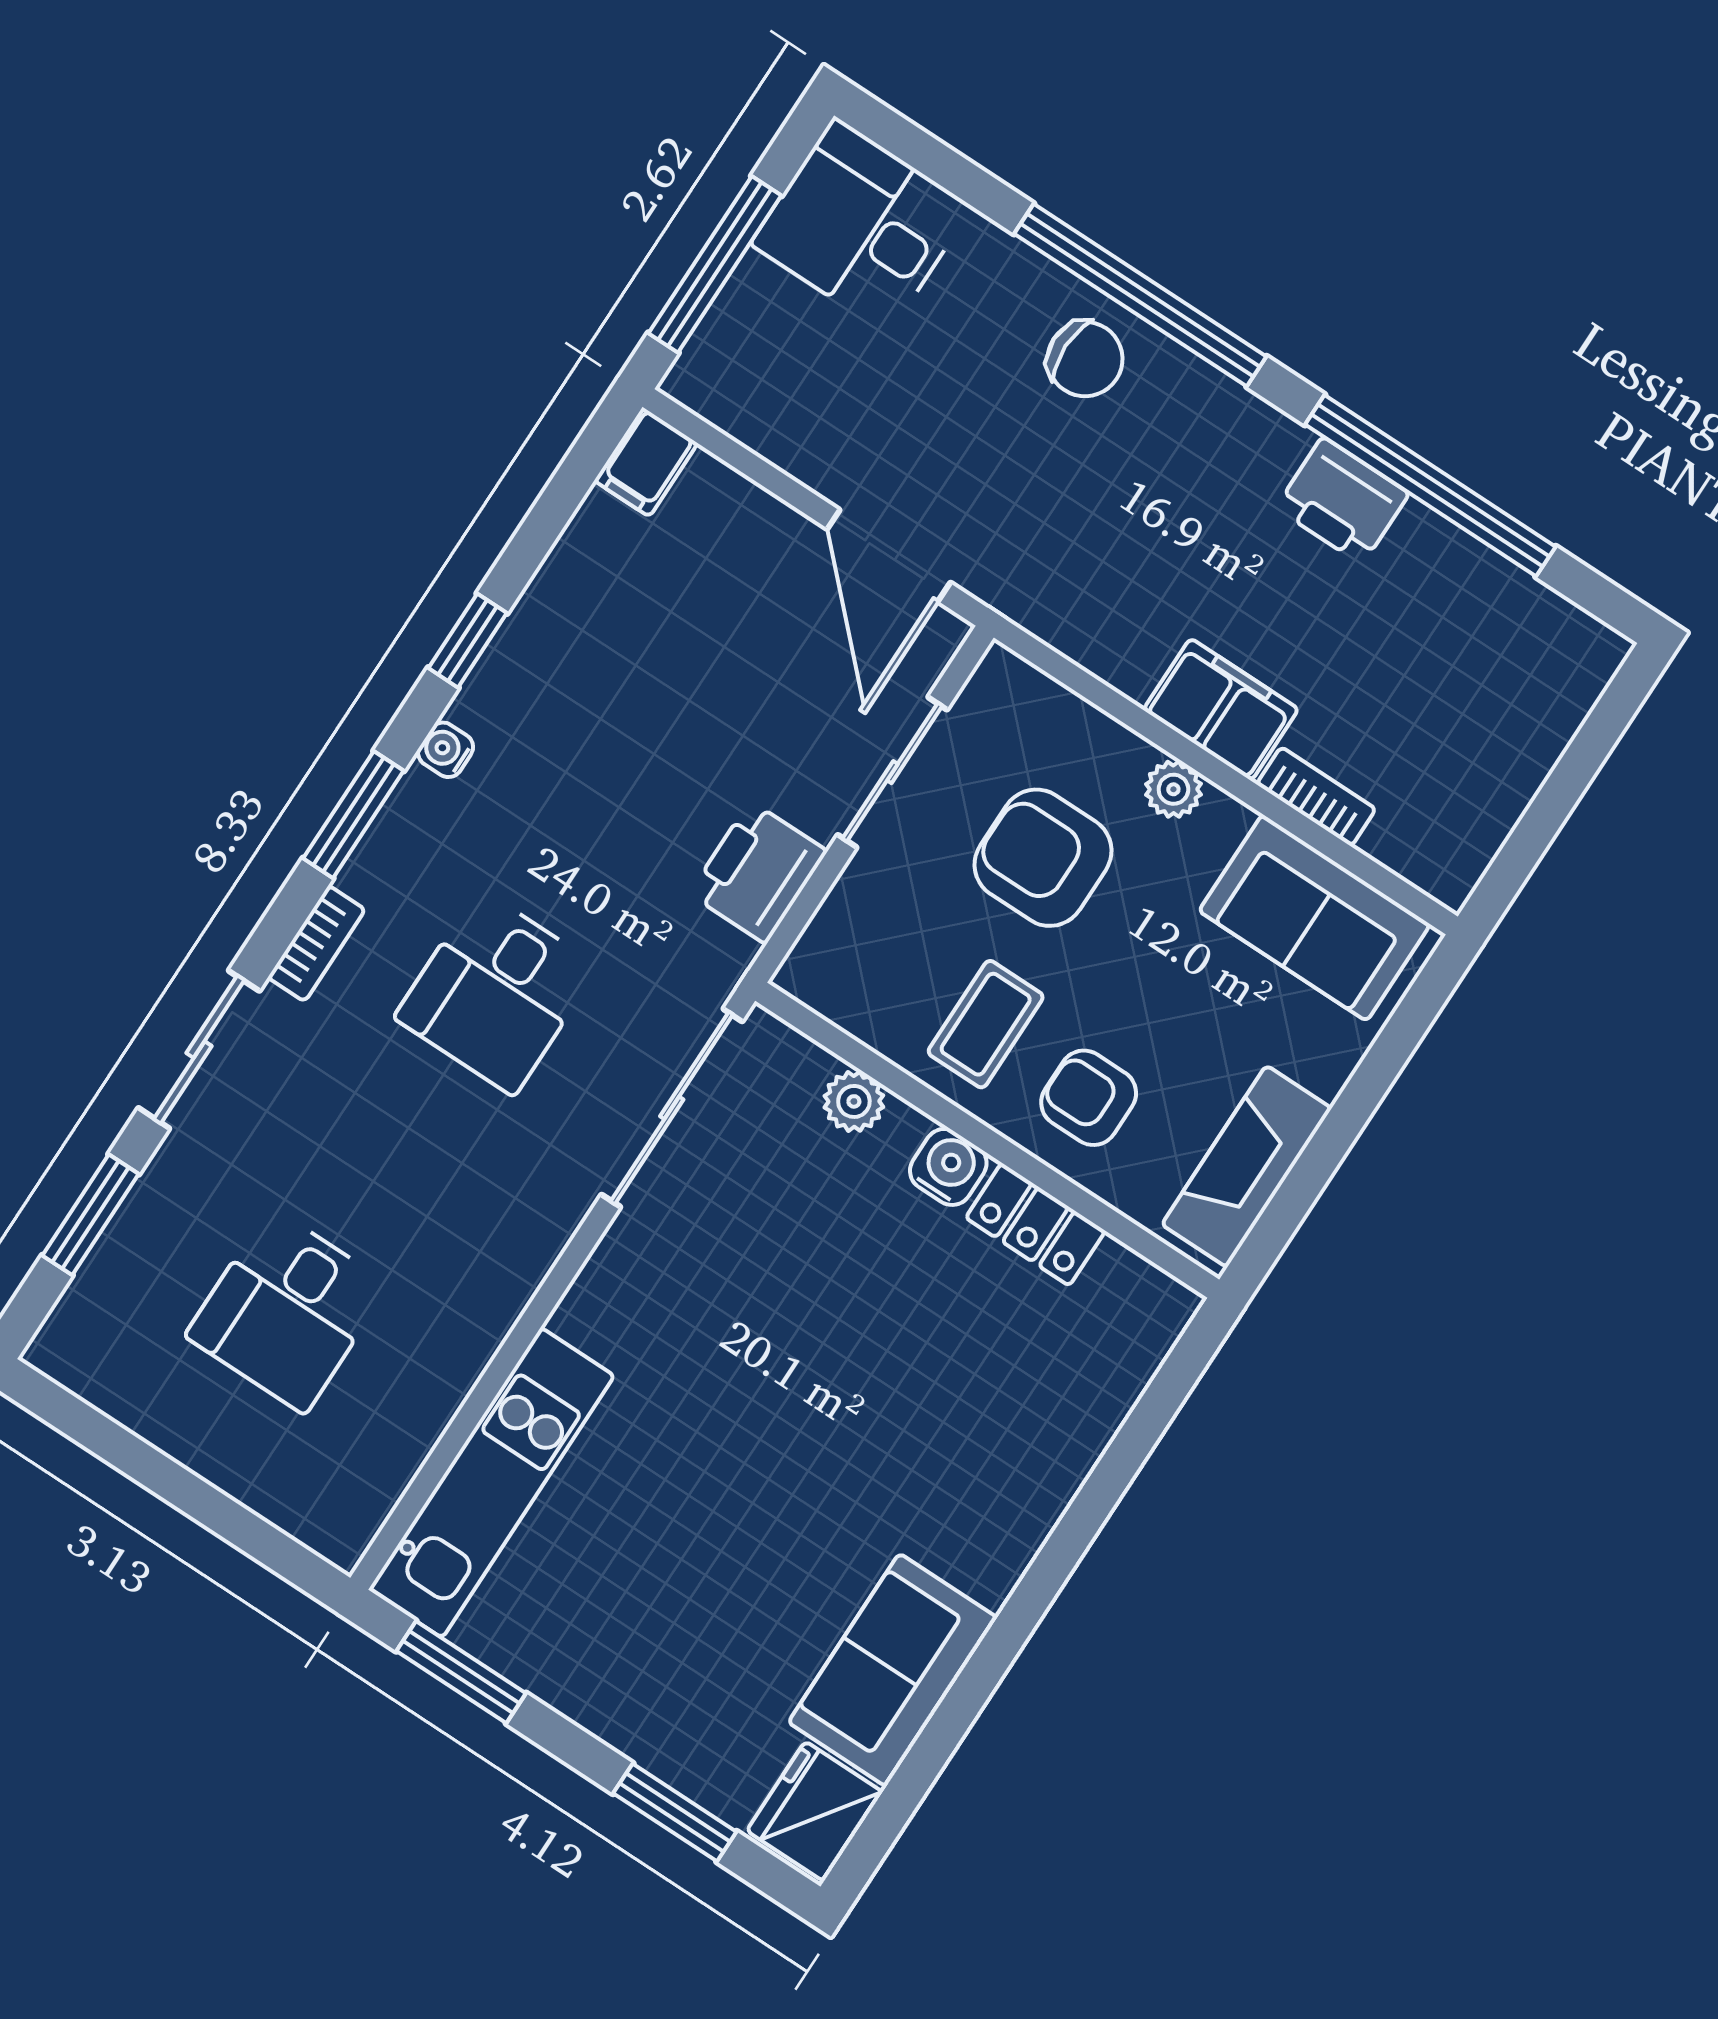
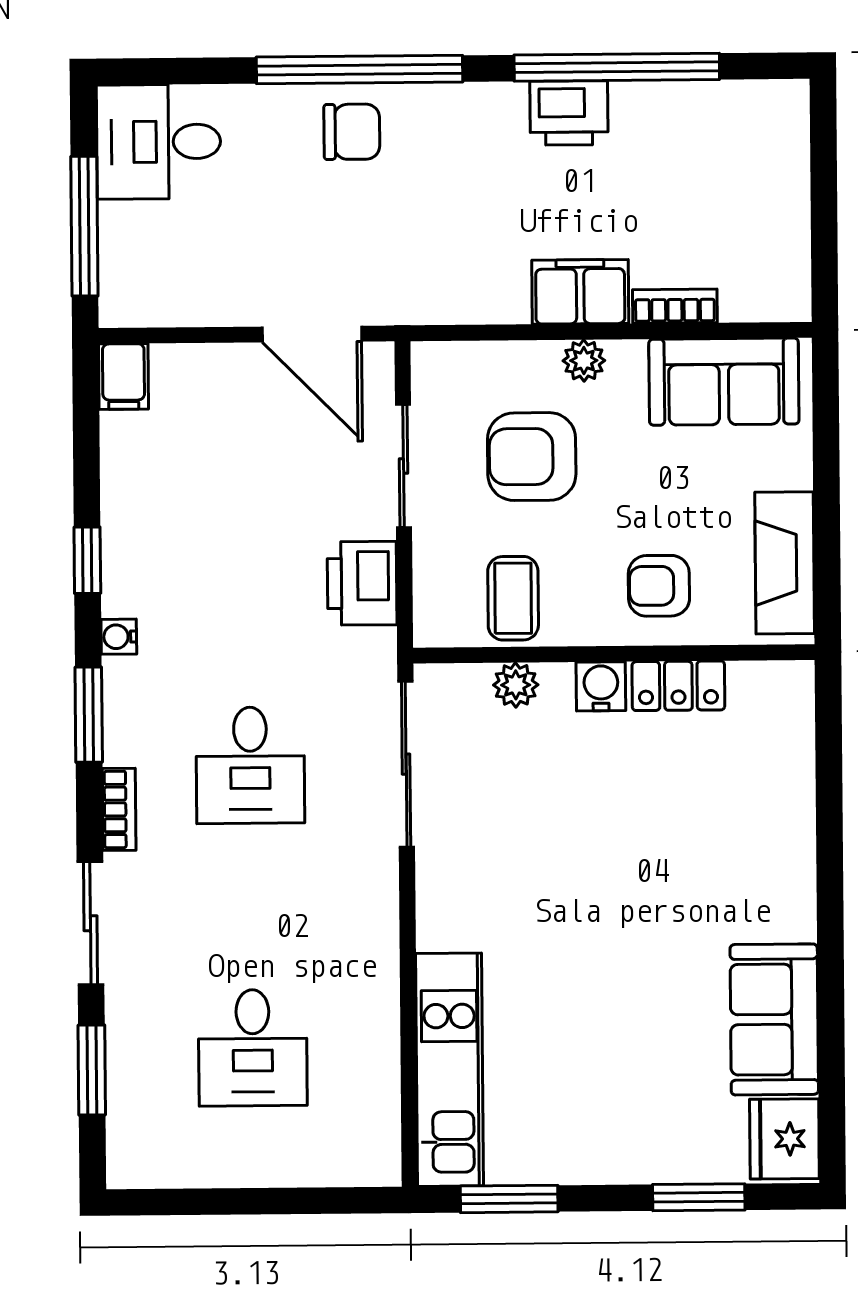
coffee table: (986, 1024) -> (513, 598), moved

